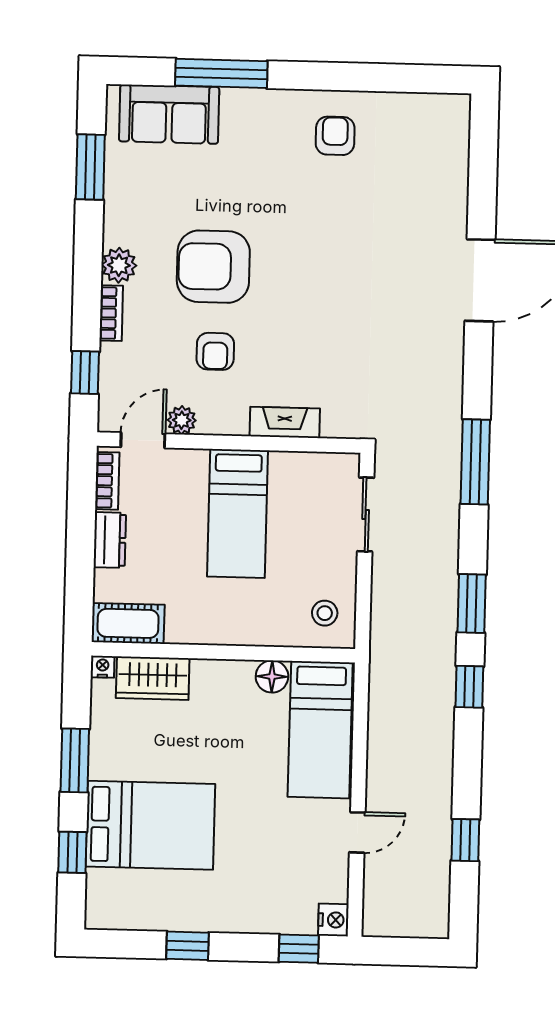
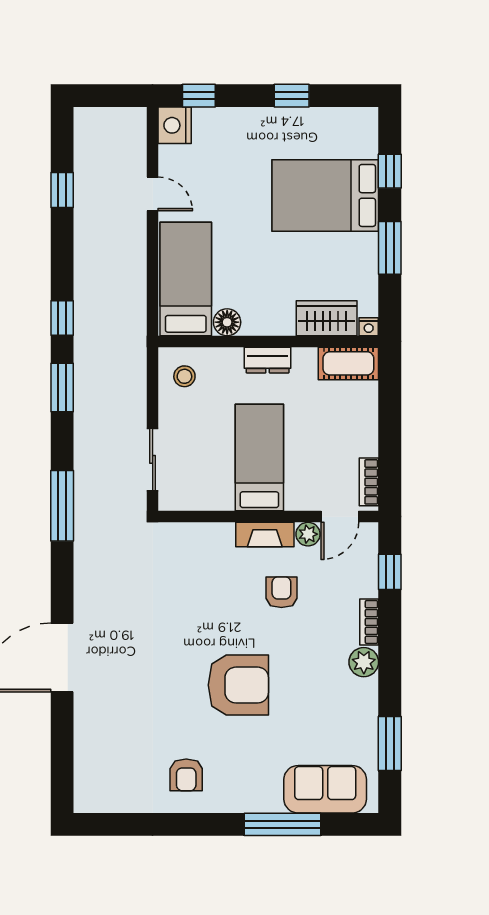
armchair: (213, 267) -> (238, 685), moved
fireplace: (285, 422) -> (265, 535), moved
dresser: (110, 540) -> (268, 360), moved, turned -90
door: (357, 832) -> (153, 194), swing flipped
nightstand: (333, 920) -> (175, 125), width x1.36, depth x1.33

